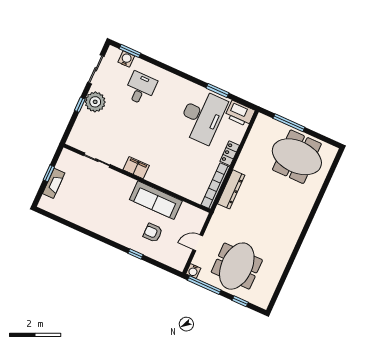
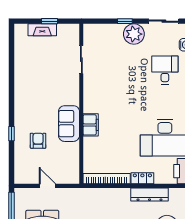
desk: (140, 88) -> (165, 70), turned -90
filing cabinet: (136, 168) -> (91, 125), moved
dresser: (231, 189) -> (149, 195), moved
sofa: (156, 200) -> (69, 124), width x0.73
water cooler: (193, 271) -> (20, 194), removed

